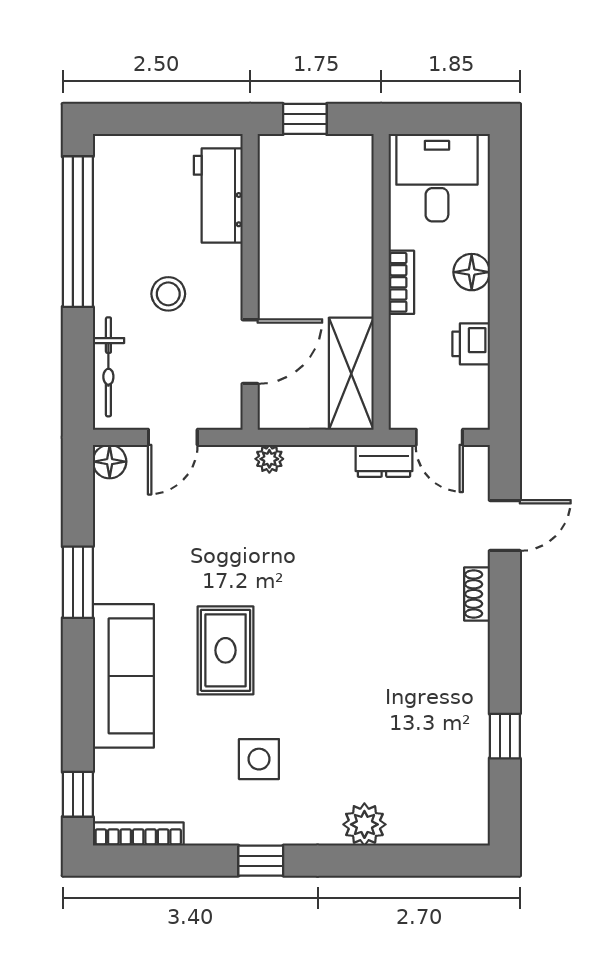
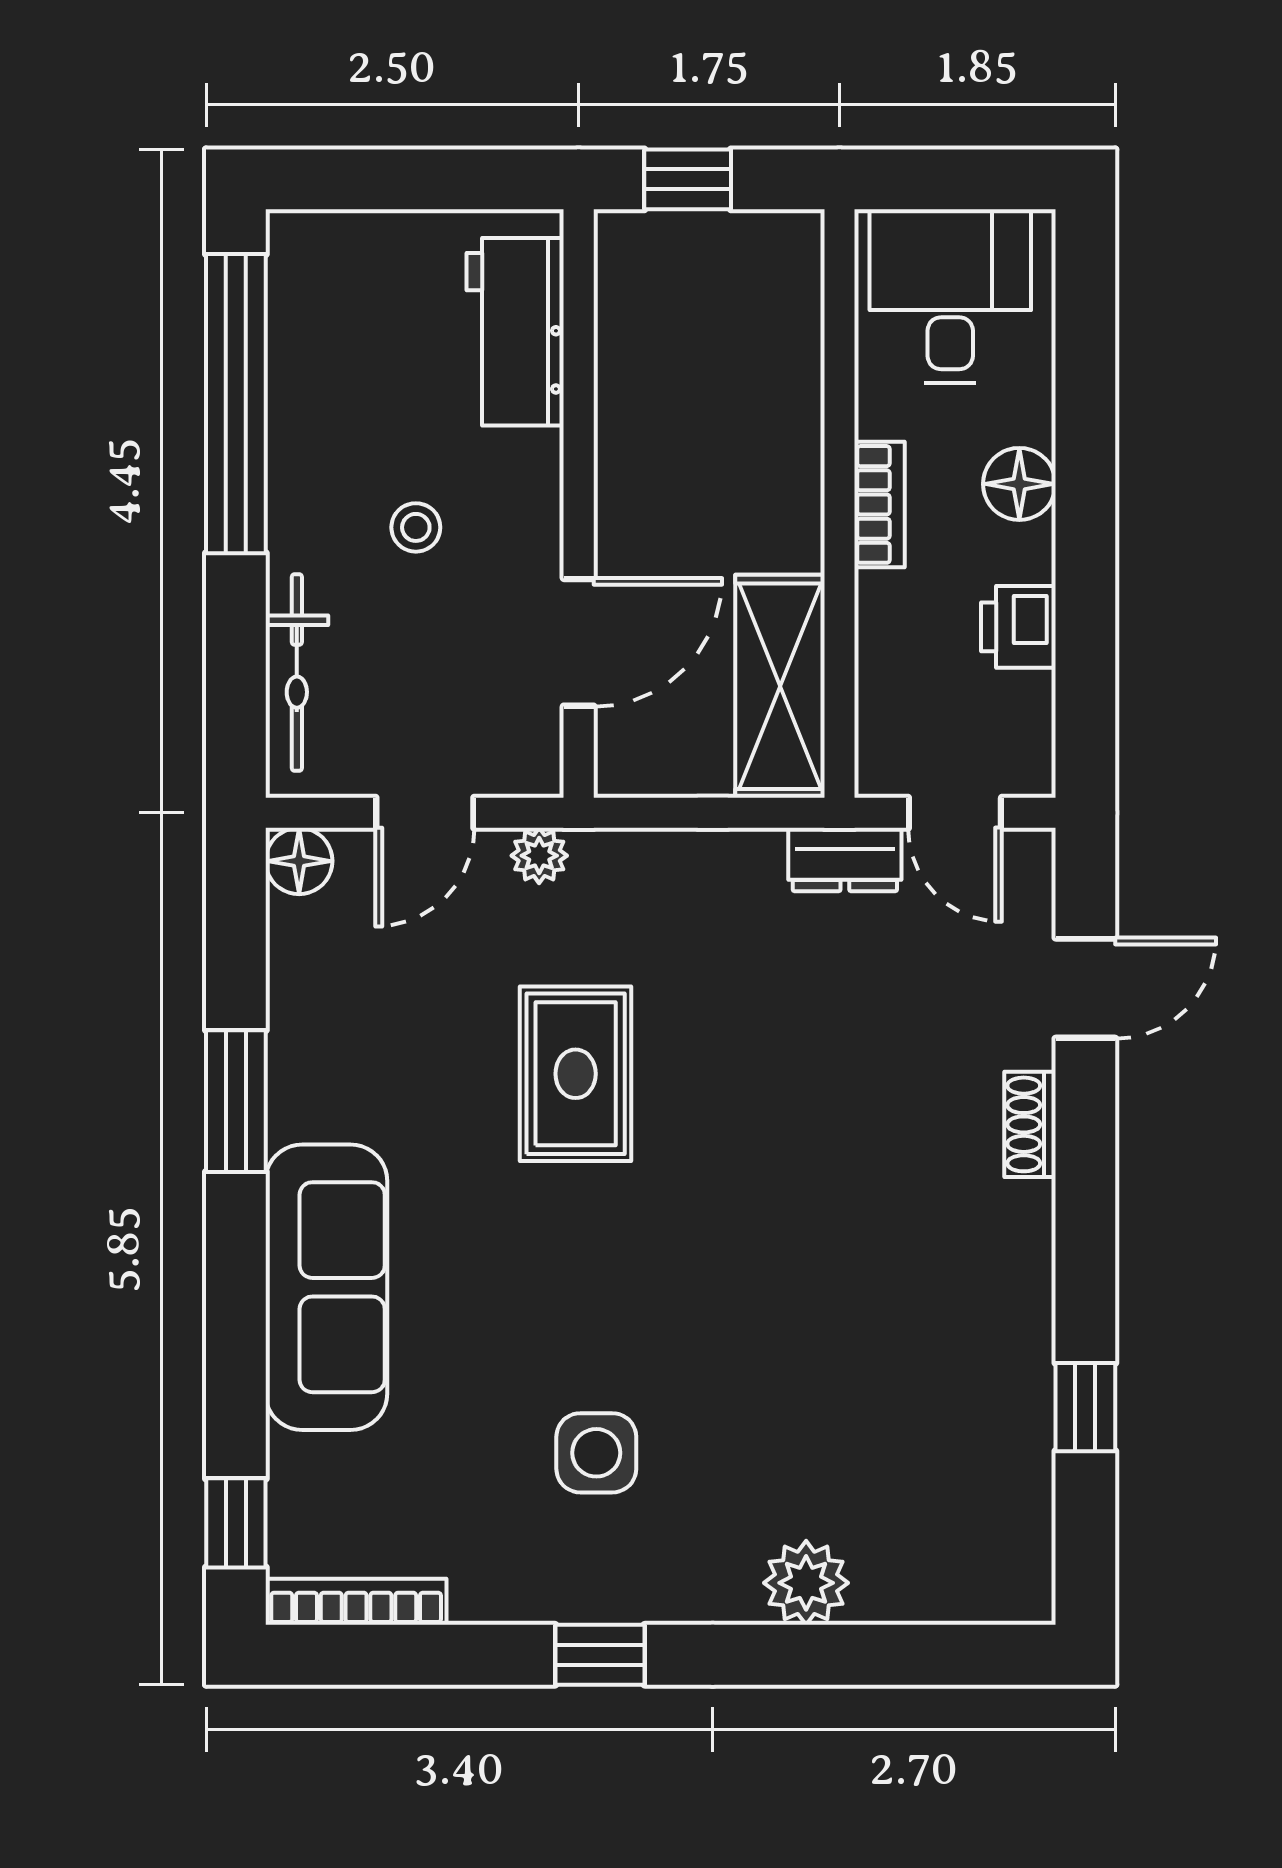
stool: (168, 294) -> (416, 527), width x0.73, depth x0.73
plant: (269, 459) -> (539, 856), moved
rug: (226, 650) -> (576, 1074), moved

